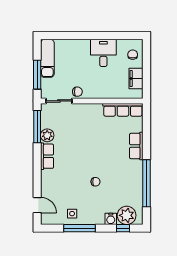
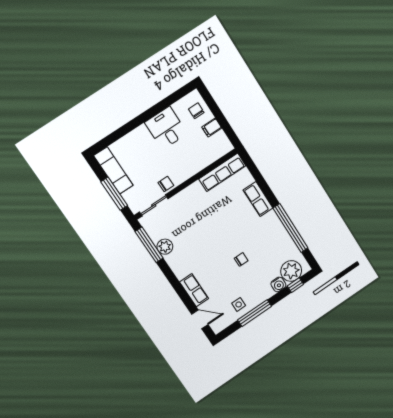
filing cabinet: (136, 79) -> (212, 127), width x0.50
row of seats: (47, 156) -> (194, 290), moved

